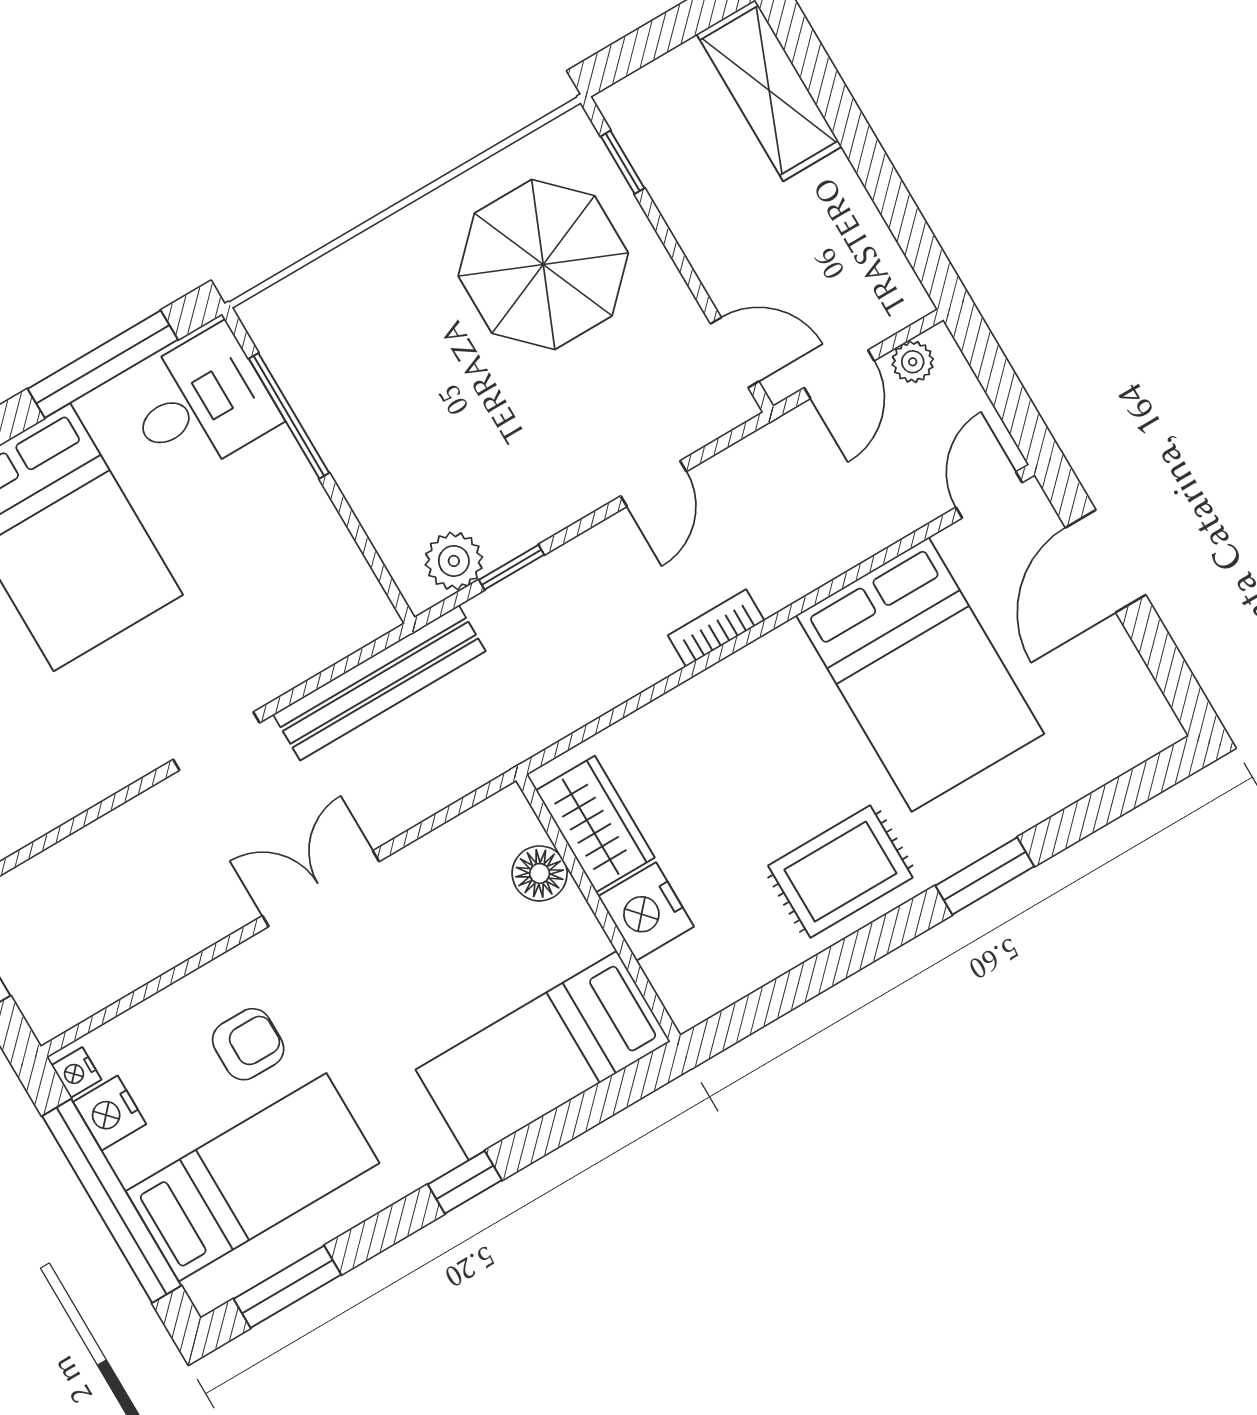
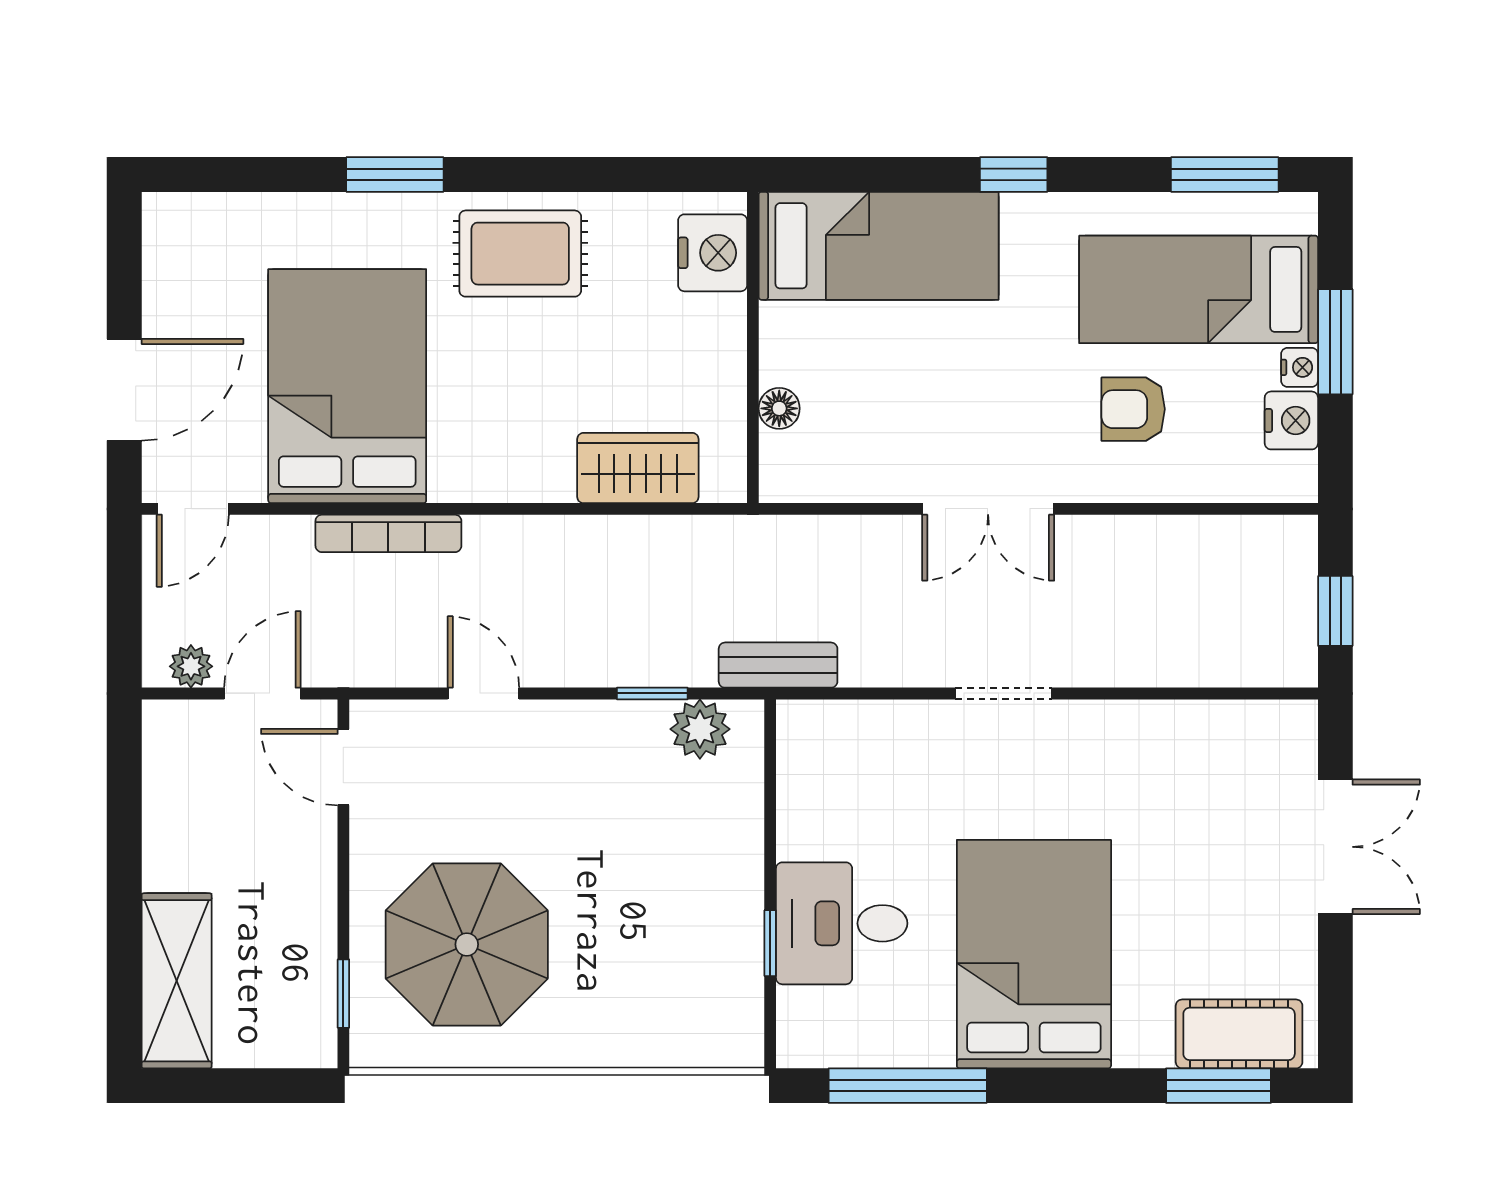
desk: (200, 403) -> (842, 923), moved
window: (289, 416) -> (770, 943), width x0.46
door: (653, 484) -> (483, 693), hinge flipped
bookcase: (716, 628) -> (388, 533), moved, width x1.56
bench: (379, 683) -> (778, 665), width x0.54, depth x0.82
wardrobe: (595, 824) -> (638, 468), moved, turned 90
floor lamp: (540, 873) -> (779, 408), width x0.73, depth x0.73
nightstand: (646, 911) -> (713, 253), moved
nightstand: (76, 1072) -> (1300, 367), moved
window: (112, 1201) -> (1335, 342), width x0.47

